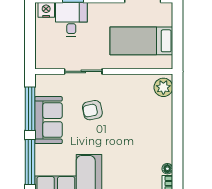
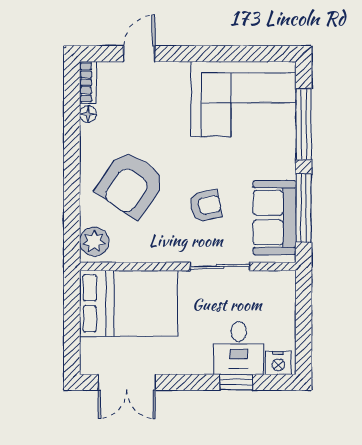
bed: (141, 41) -> (129, 303), width x1.50
sofa: (48, 120) -> (275, 218), moved
armchair: (140, 124) -> (131, 184), added

